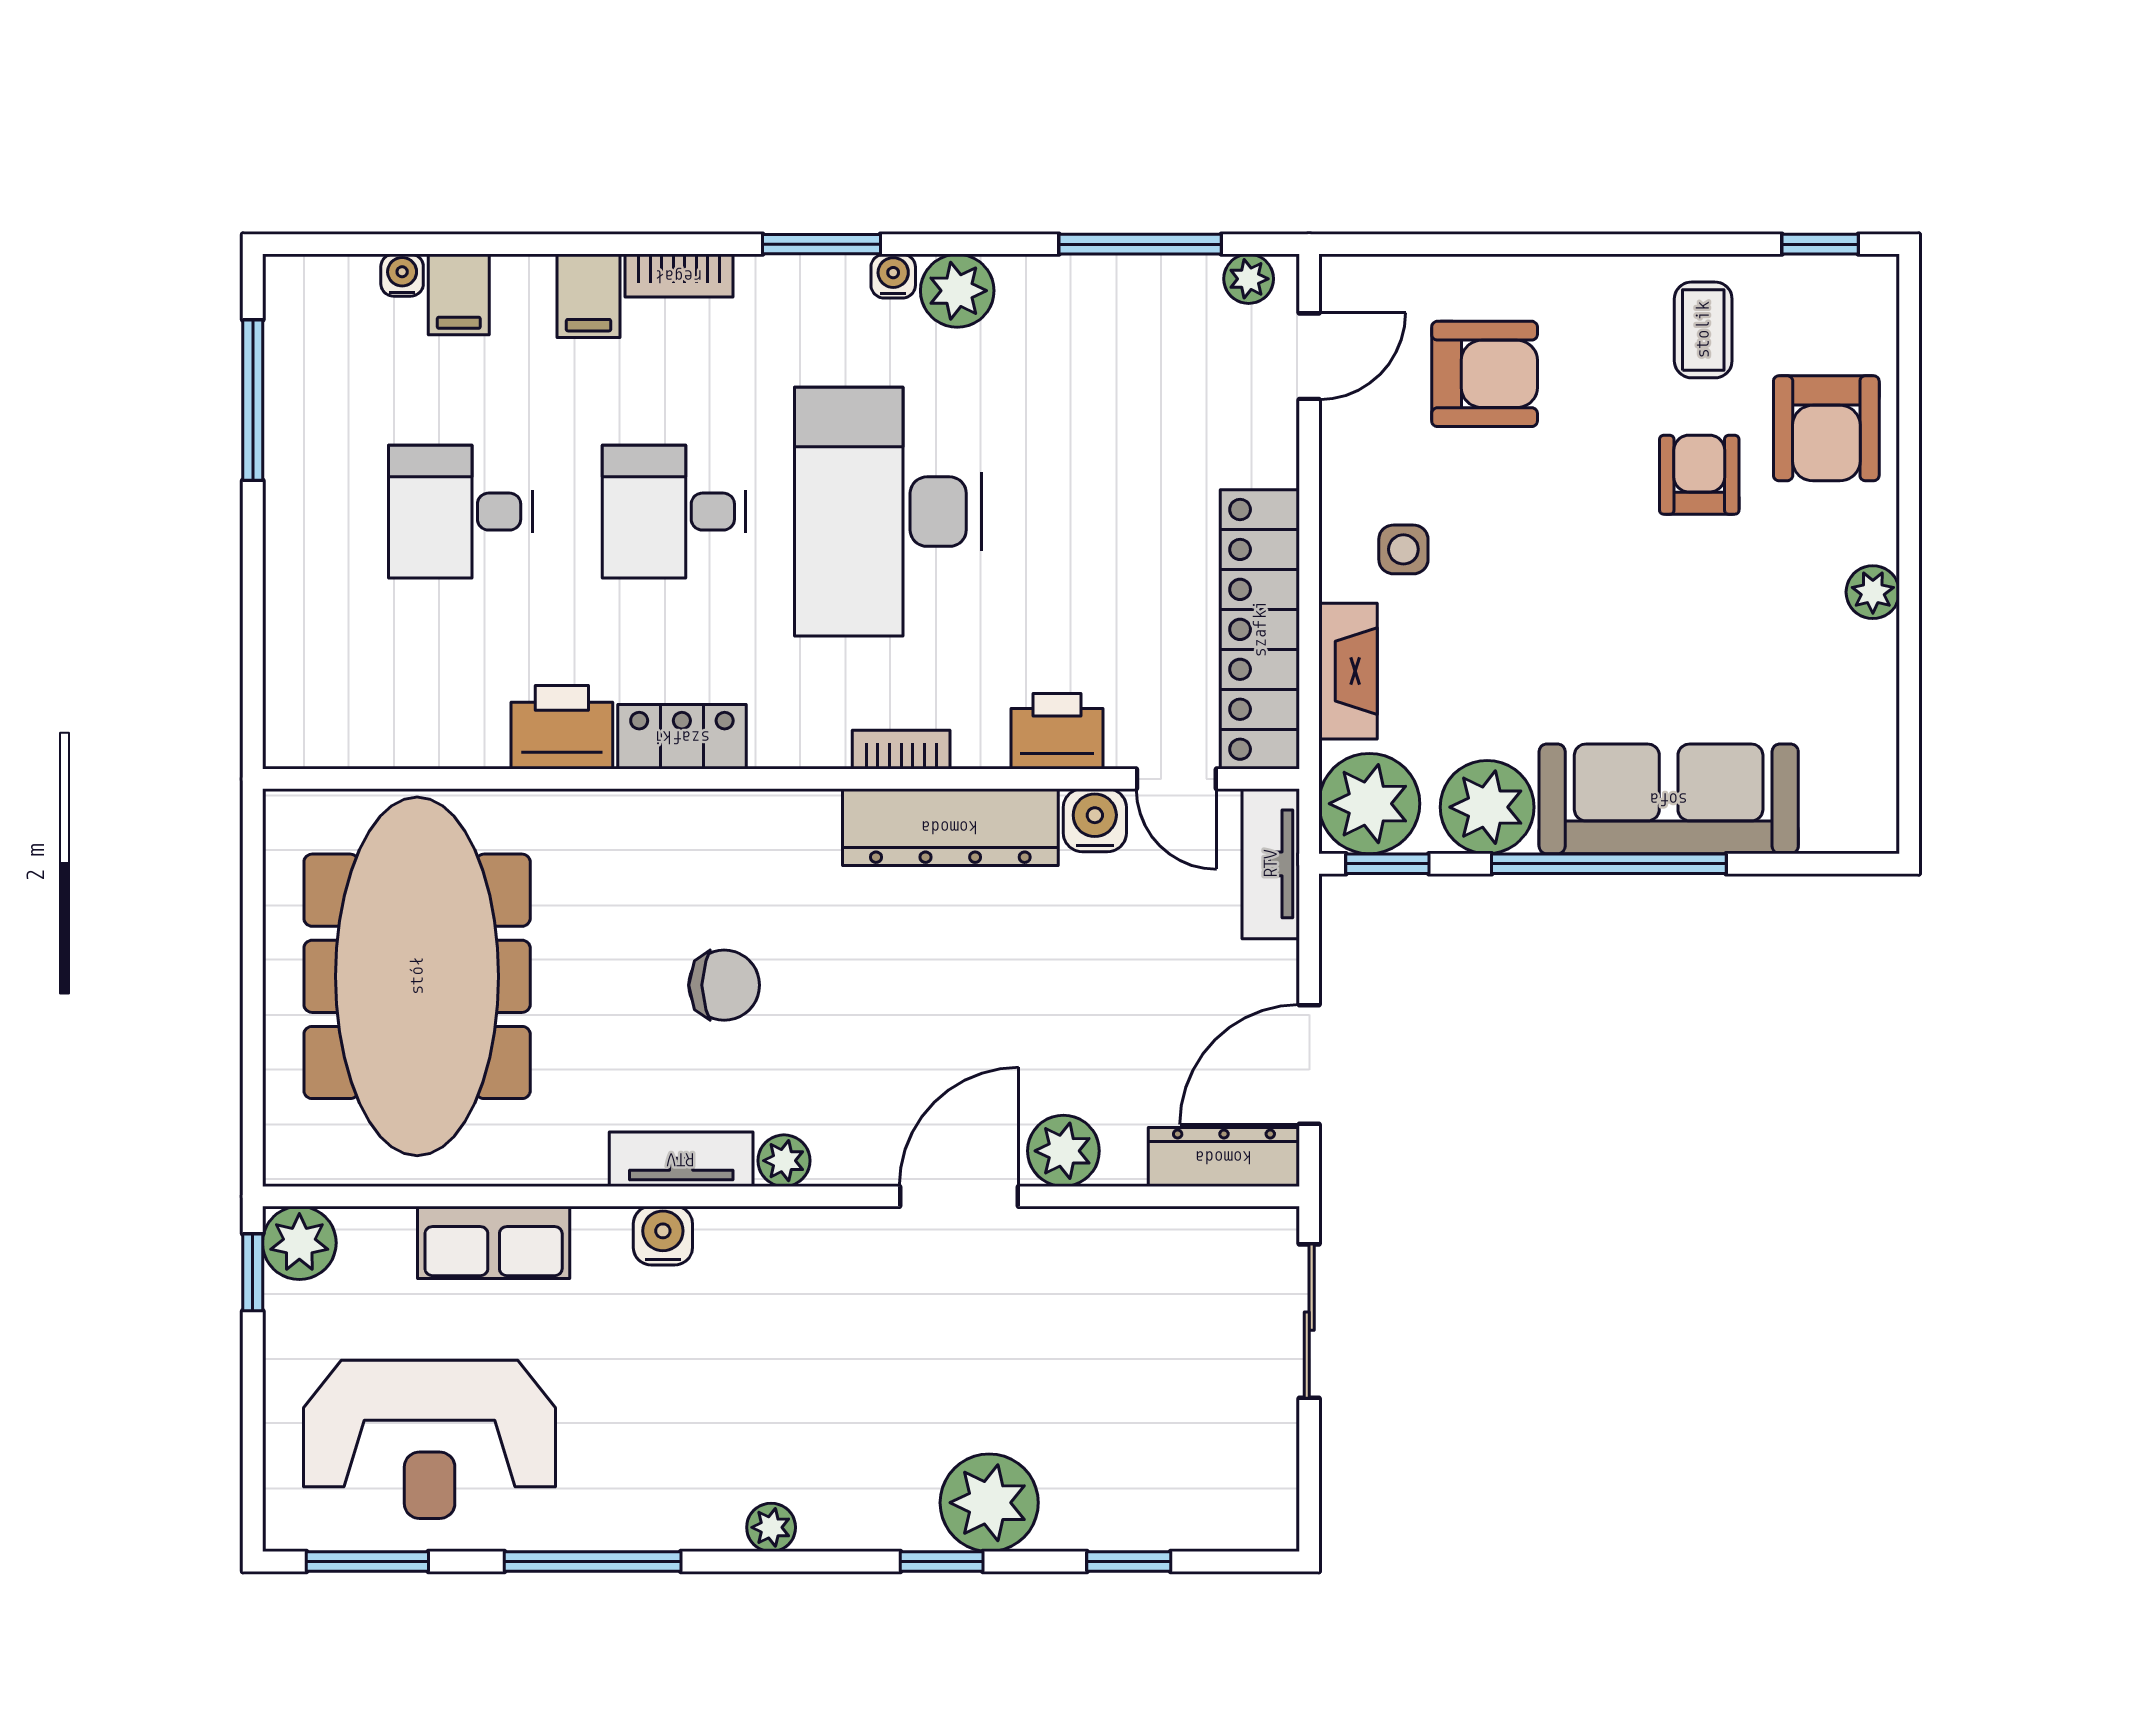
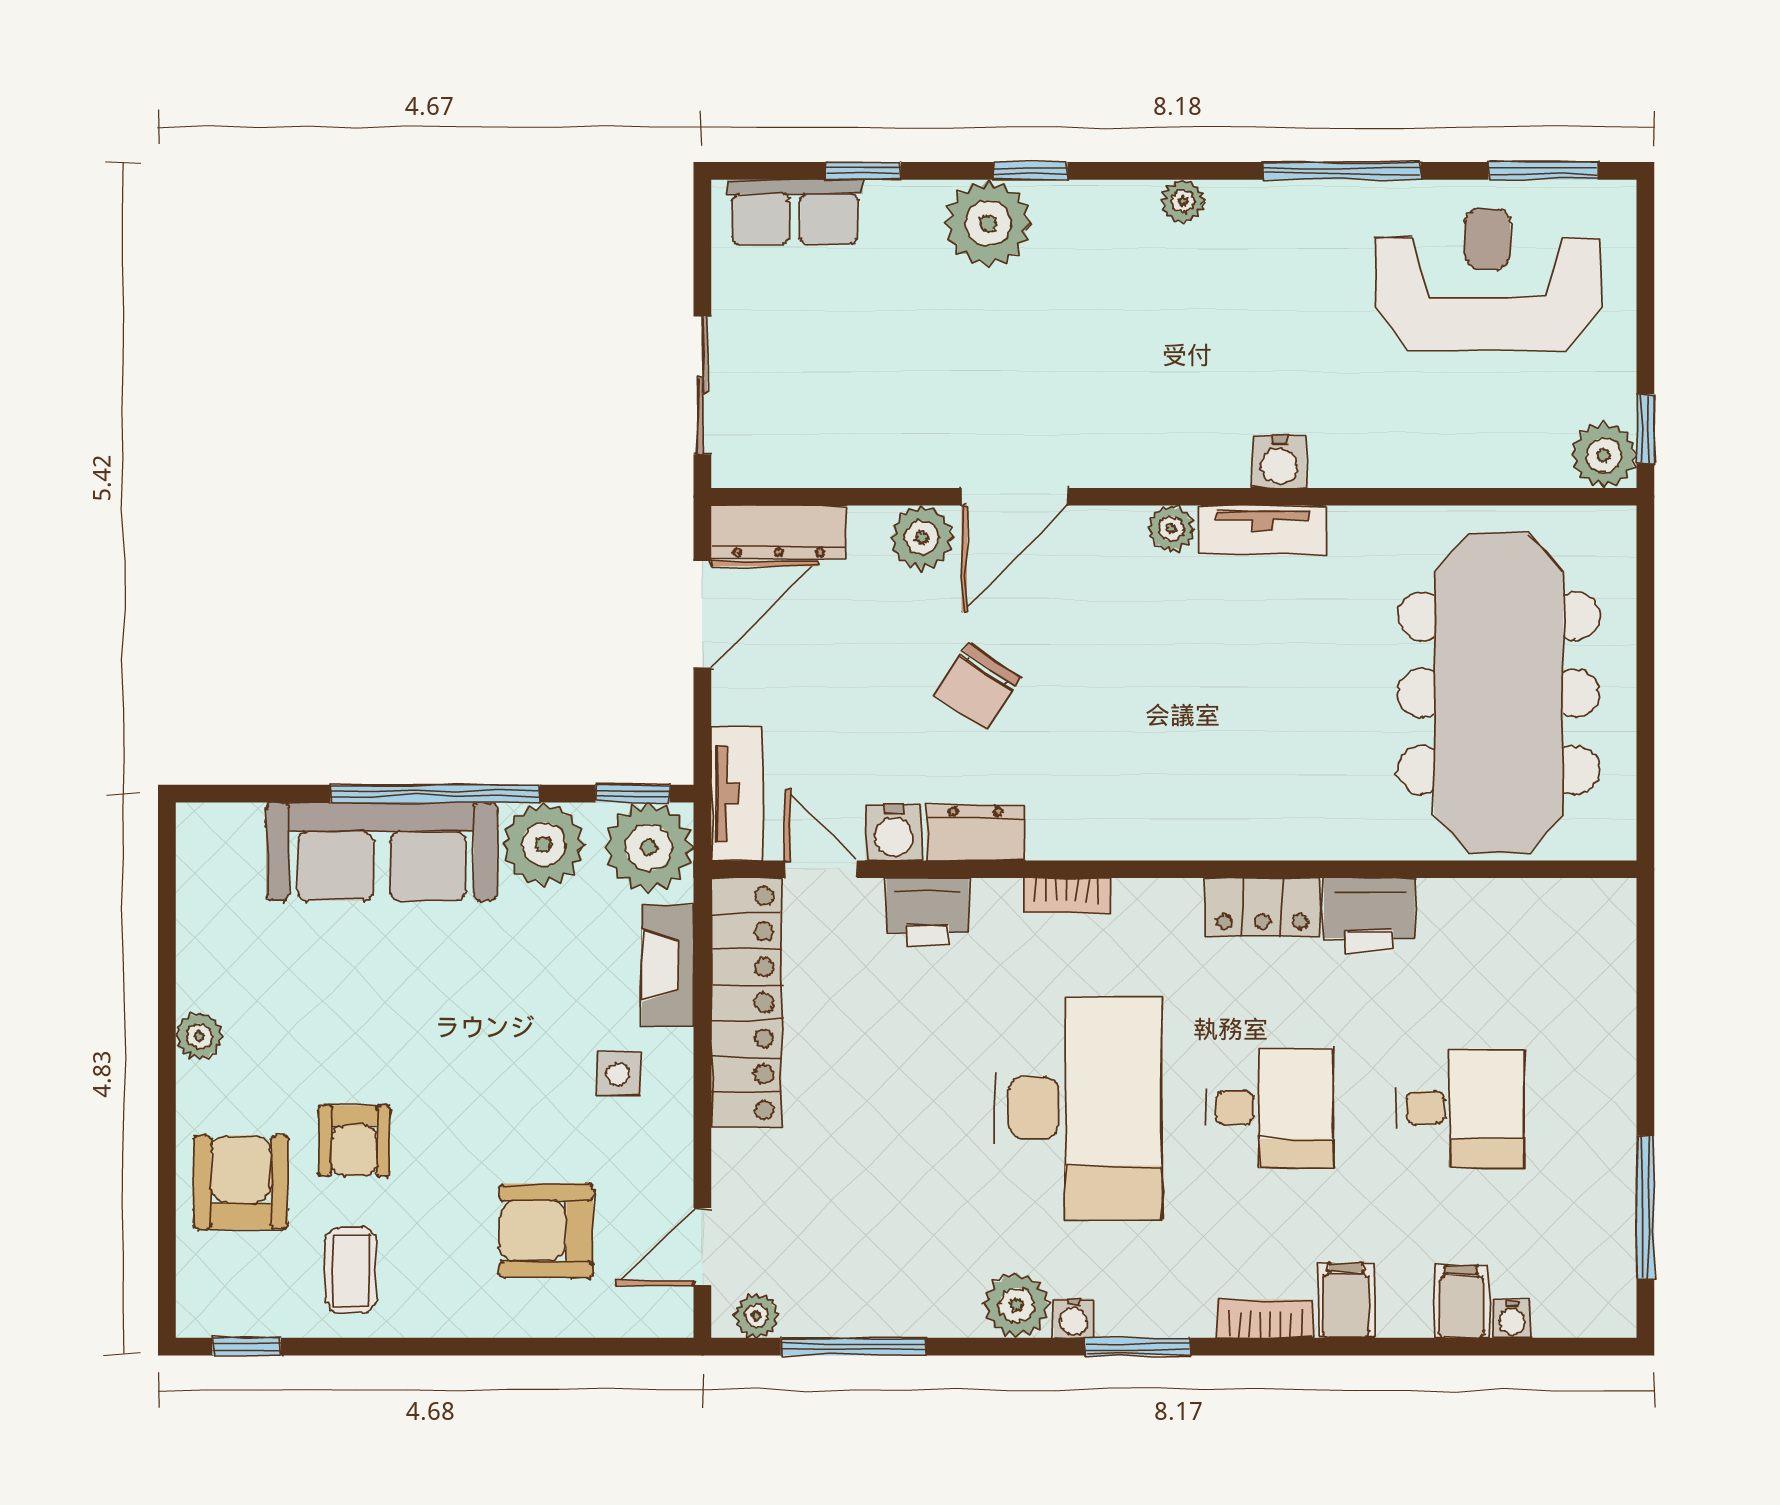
dresser: (950, 827) -> (976, 833), width x0.51, depth x0.80
chair: (724, 985) -> (977, 686), moved, turned -56
row of seats: (494, 1242) -> (795, 212), moved, turned 180

